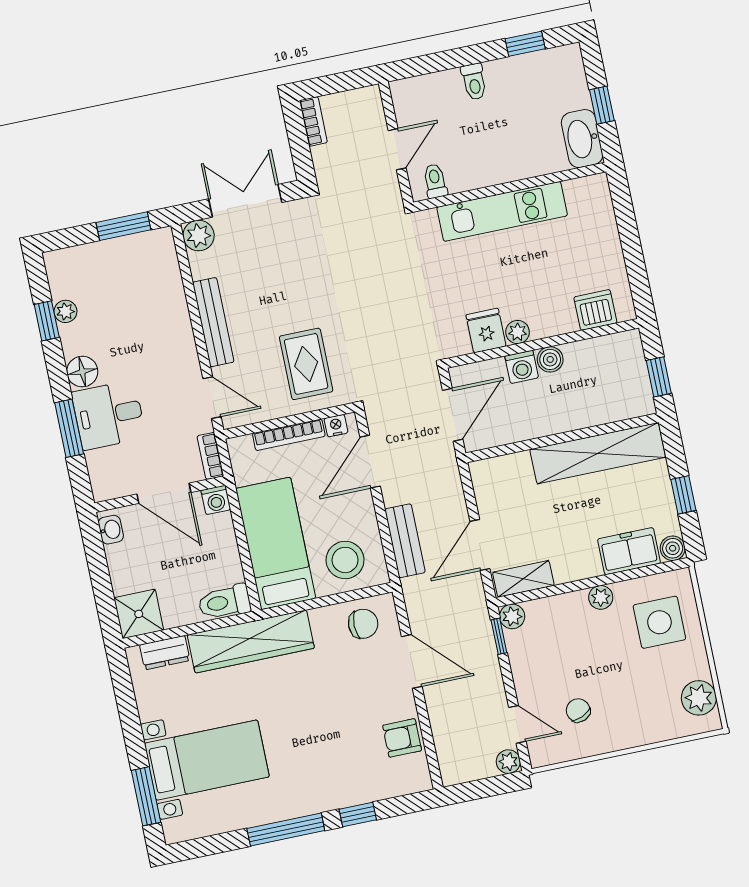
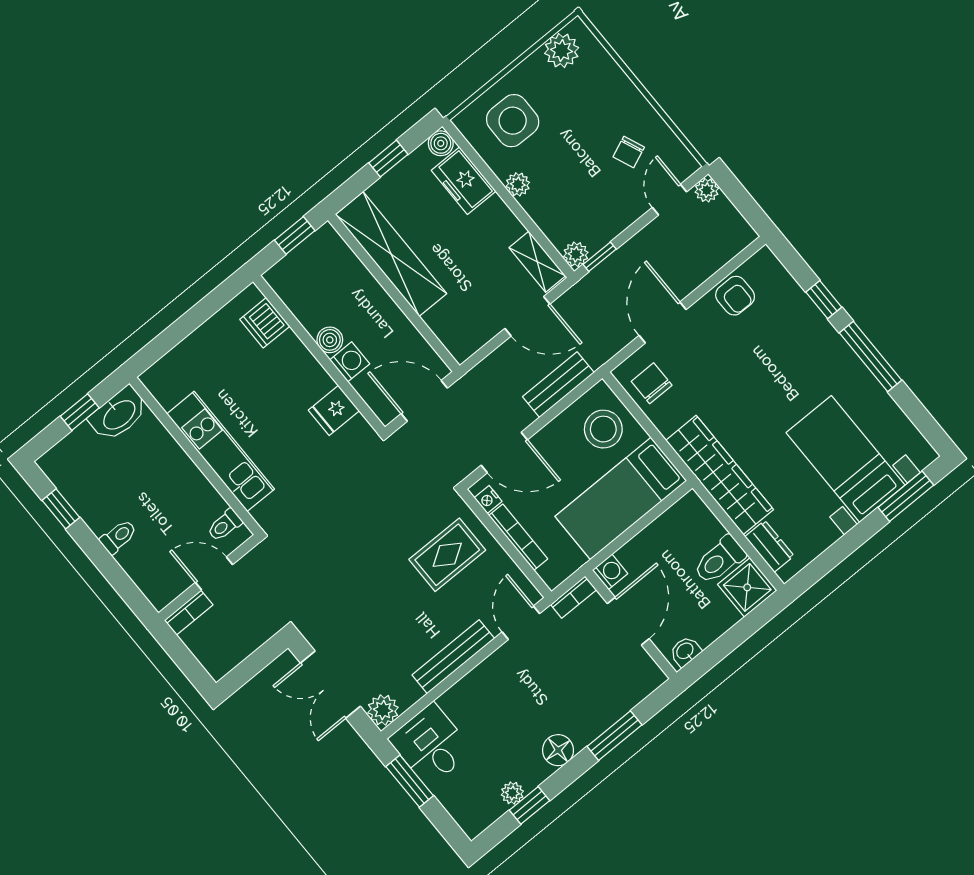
bookcase: (313, 121) -> (189, 613), moved, turned 180
plant: (518, 332) -> (321, 382), removed
desk: (109, 415) -> (431, 745), moved, turned 180
toilet: (224, 602) -> (719, 560), moved, turned 90

